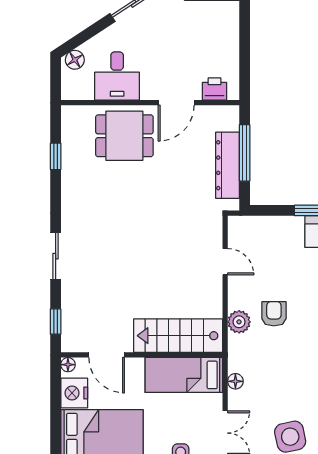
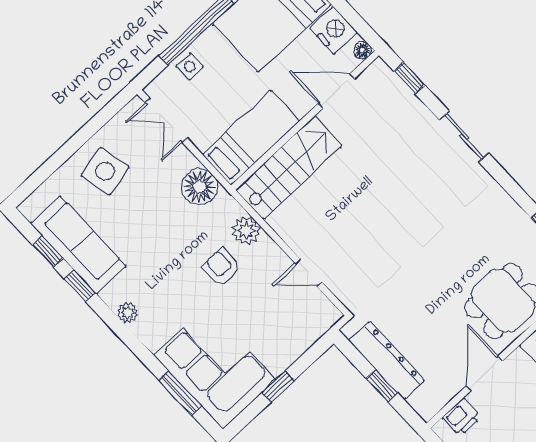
window: (245, 153) -> (382, 386), width x0.46
armchair: (274, 314) -> (222, 267), turned 180
floor lamp: (235, 381) -> (199, 187), width x1.89, depth x1.89

